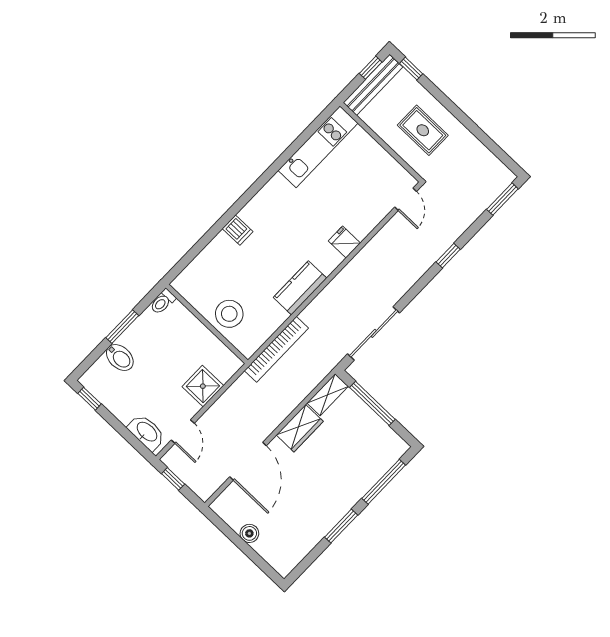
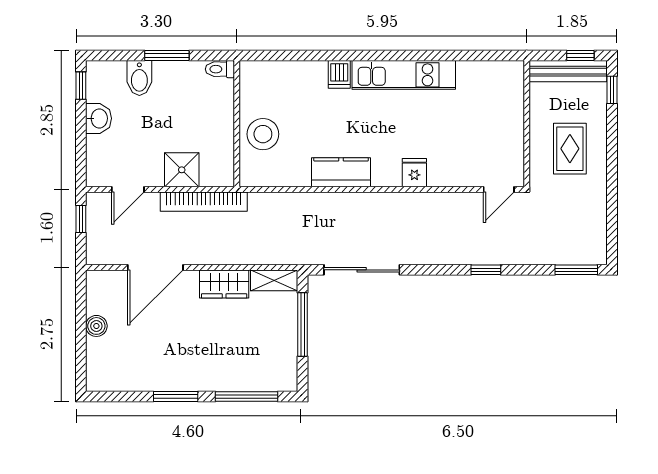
kitchen unit: (318, 147) -> (404, 75), moved
bookcase: (276, 349) -> (204, 202), moved
washbasin: (147, 432) -> (99, 118), moved, width x0.72

